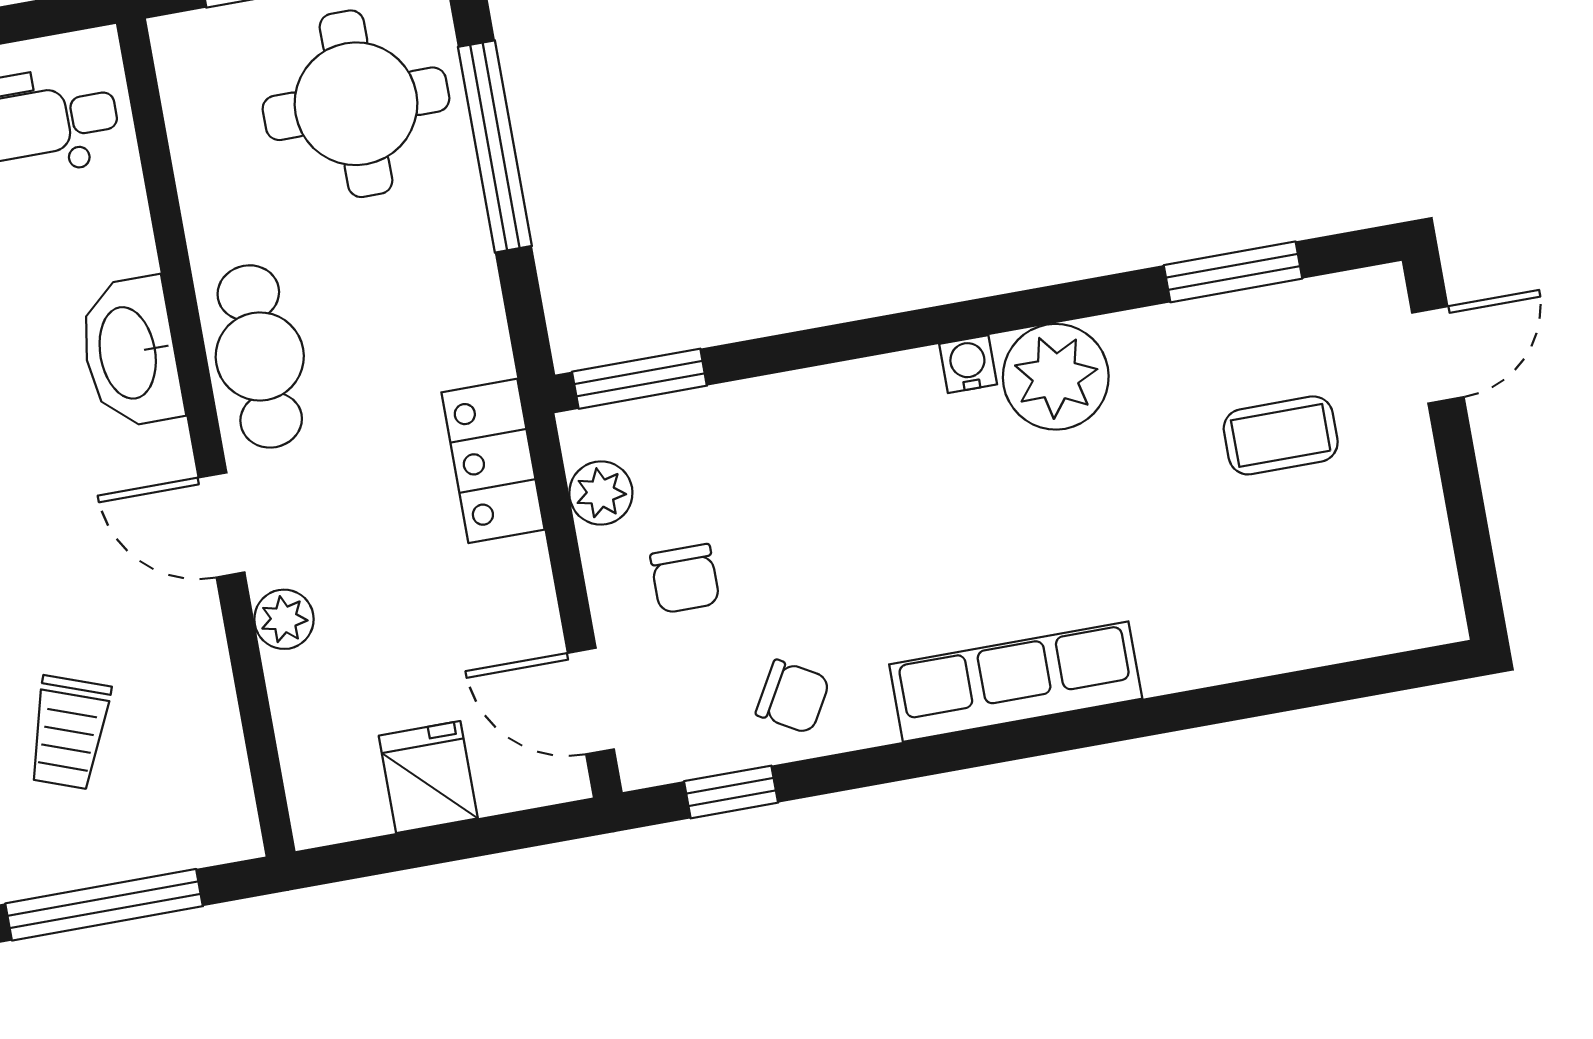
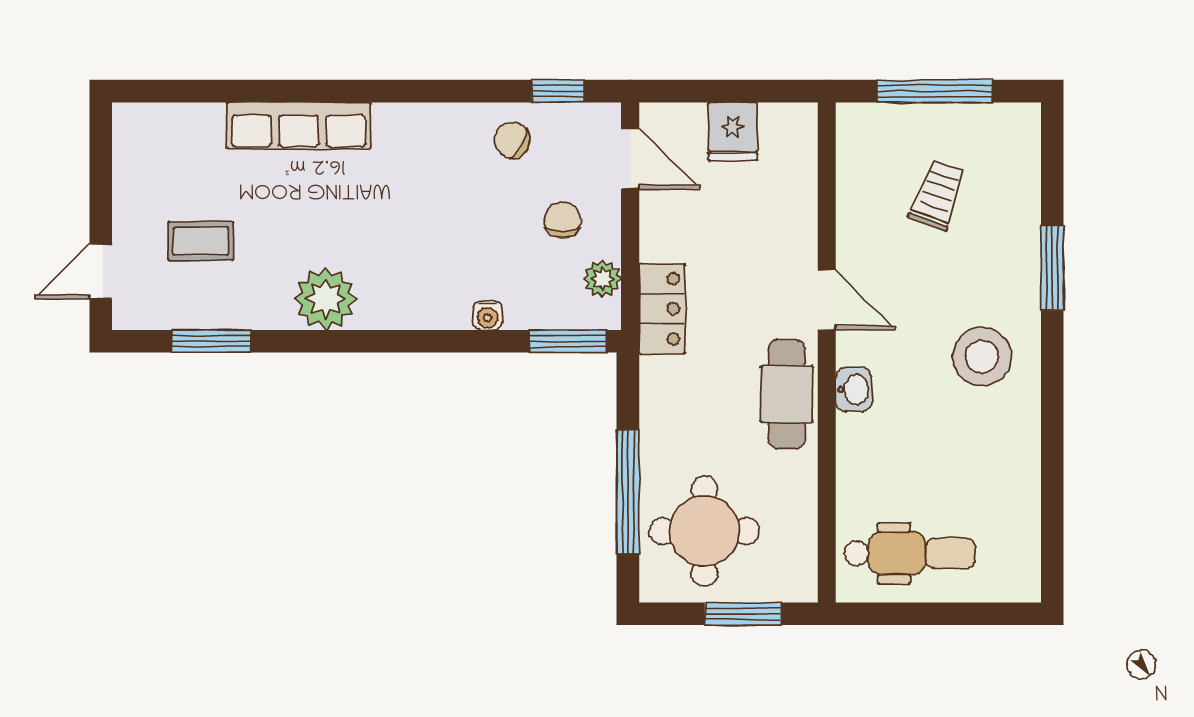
washbasin: (130, 352) -> (854, 390), width x0.52, depth x0.69
water cooler: (968, 364) -> (488, 315), moved
plant: (284, 619) -> (800, 238), removed
row of seats: (1016, 682) -> (299, 126), moved

